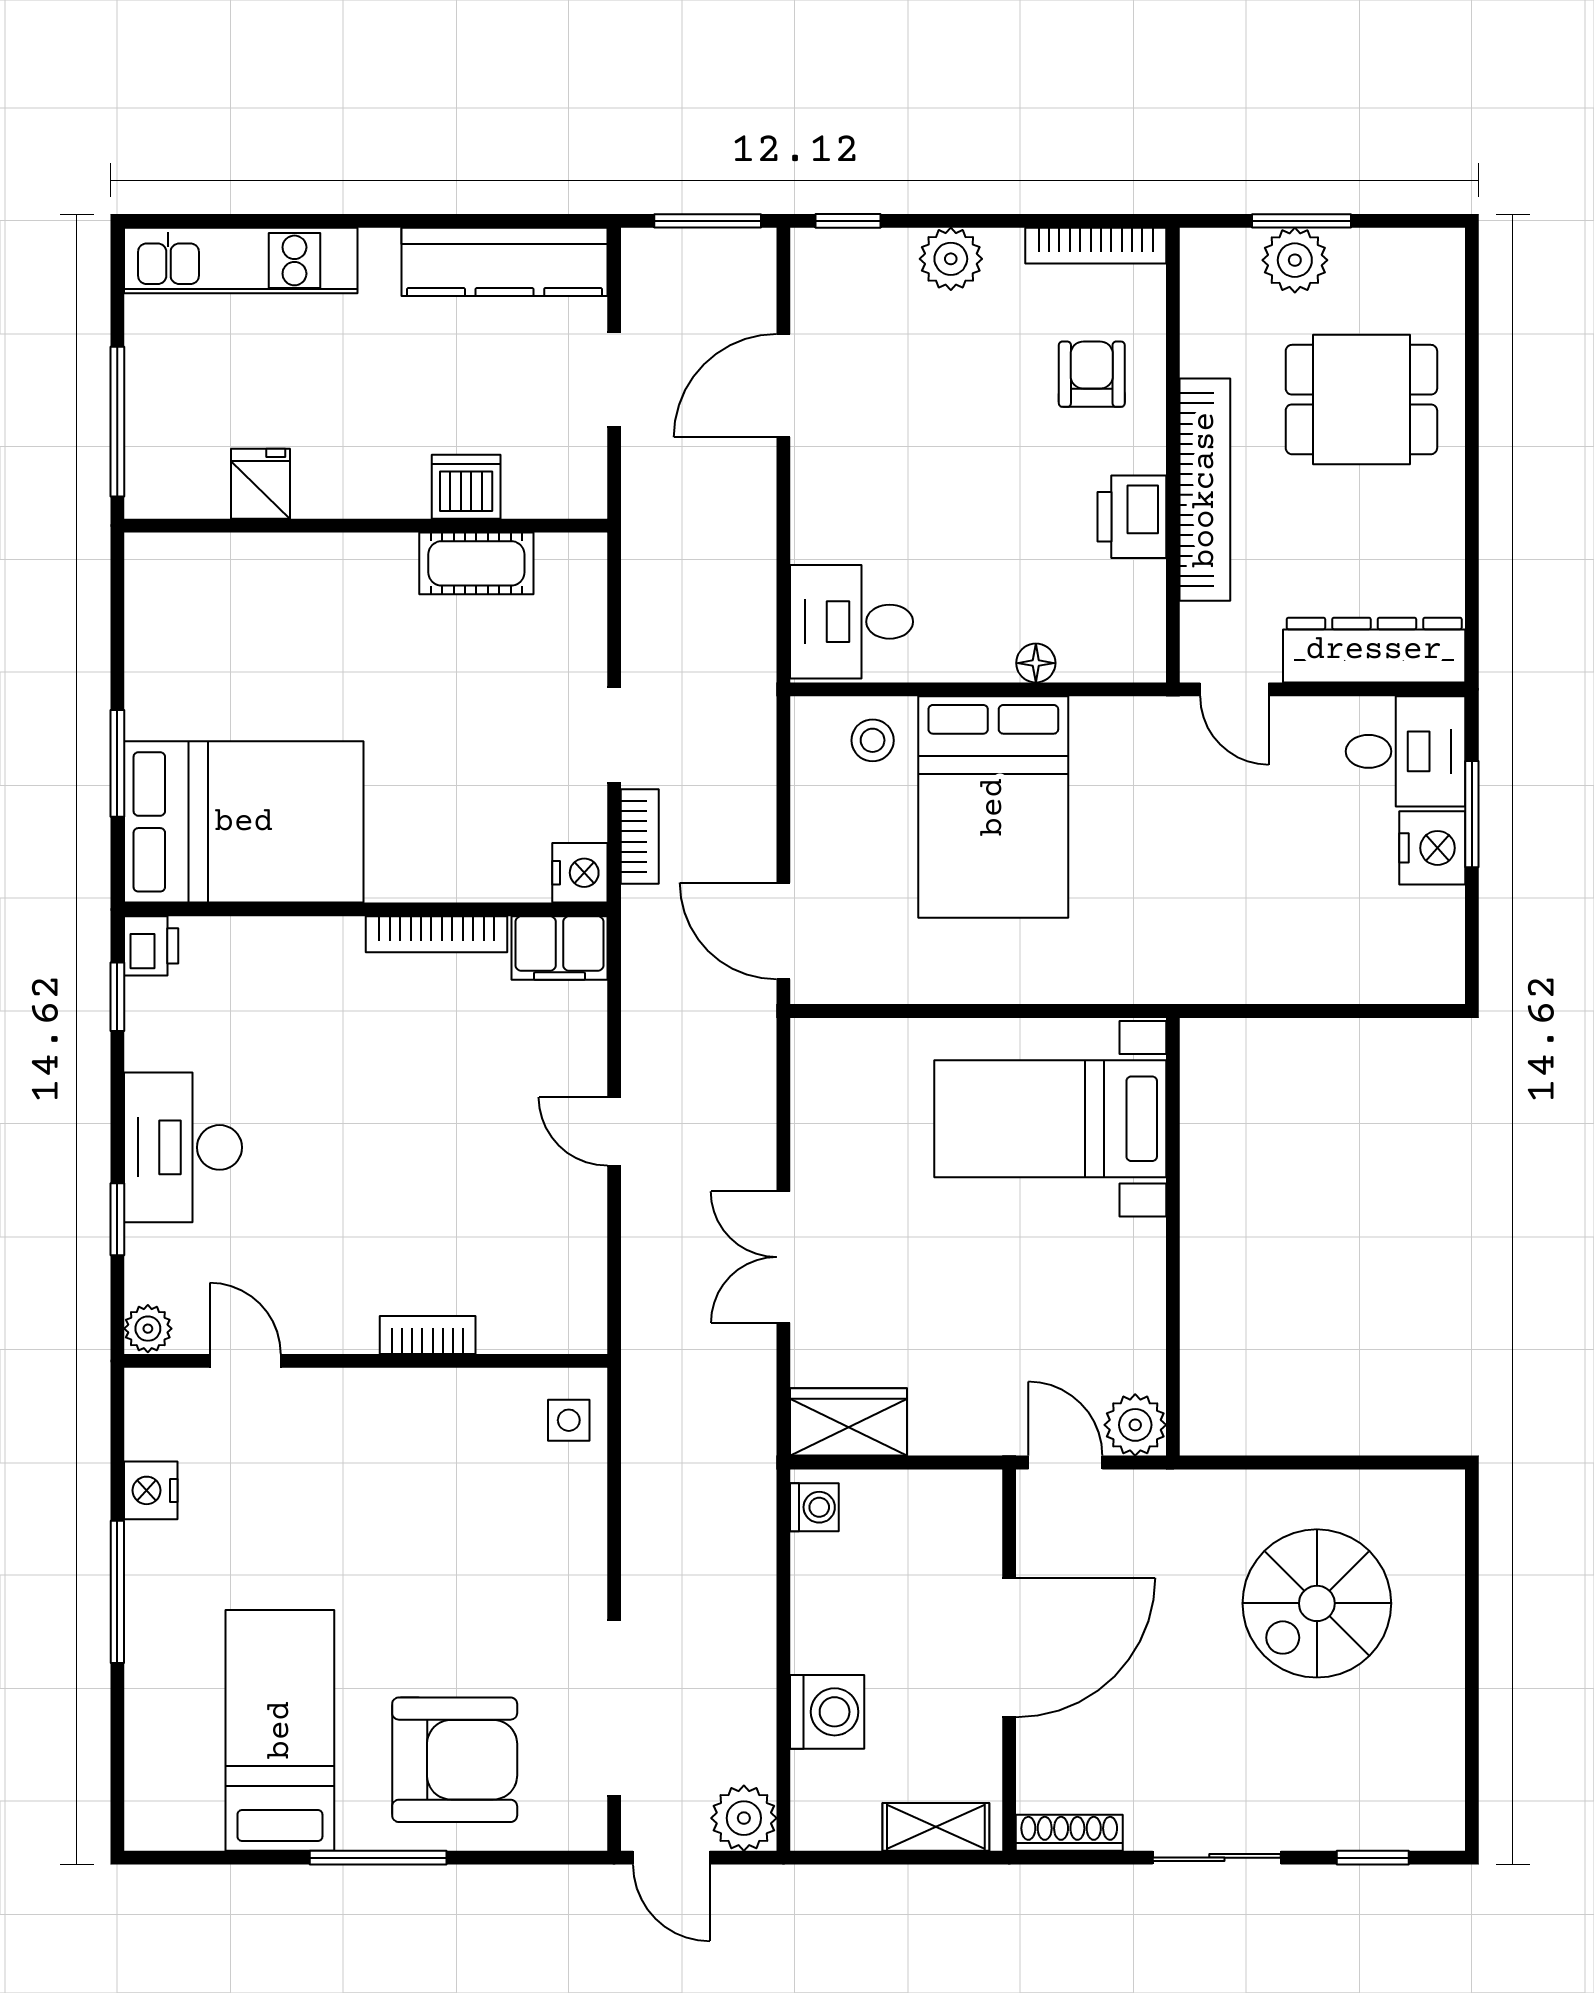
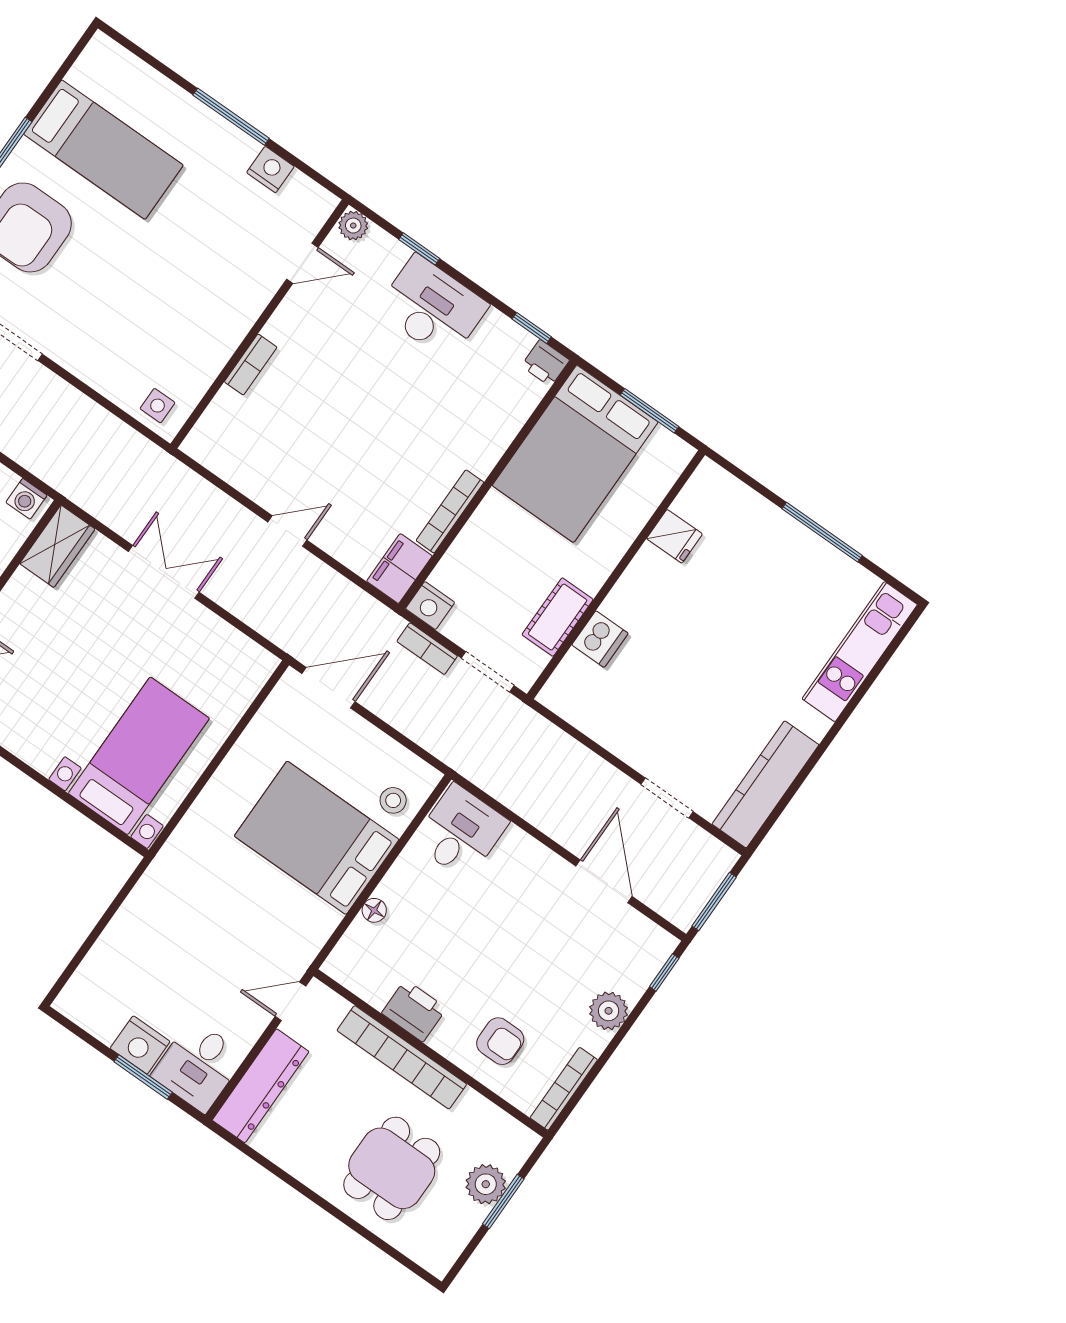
fridge: (260, 484) -> (674, 536), moved
dishwasher: (466, 487) -> (600, 639), moved
wall: (366, 526) -> (616, 575), moved
cot: (476, 563) -> (558, 617), moved

